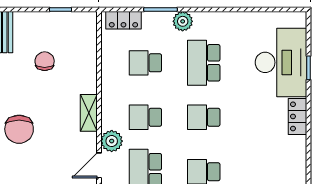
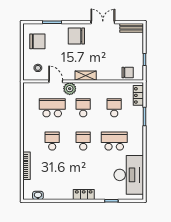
plant: (183, 21) -> (138, 129), removed
chair: (45, 61) -> (128, 72), moved
desk: (281, 62) -> (129, 175), moved, turned -90

